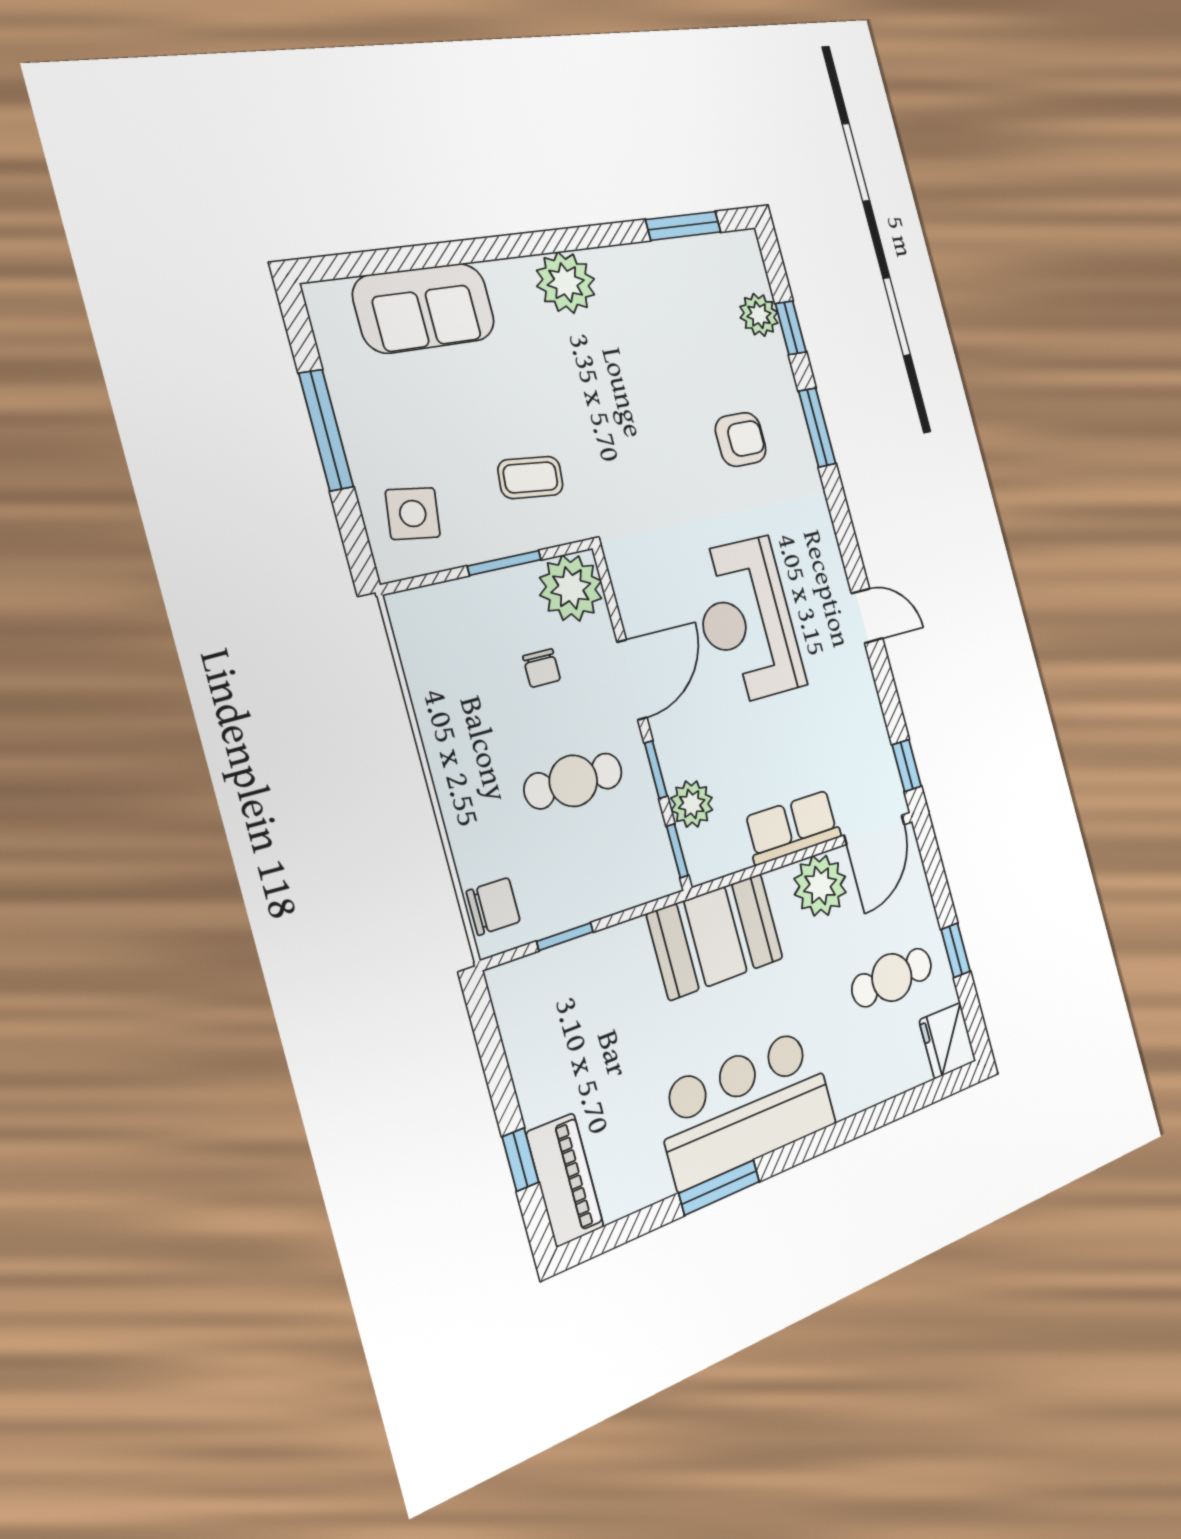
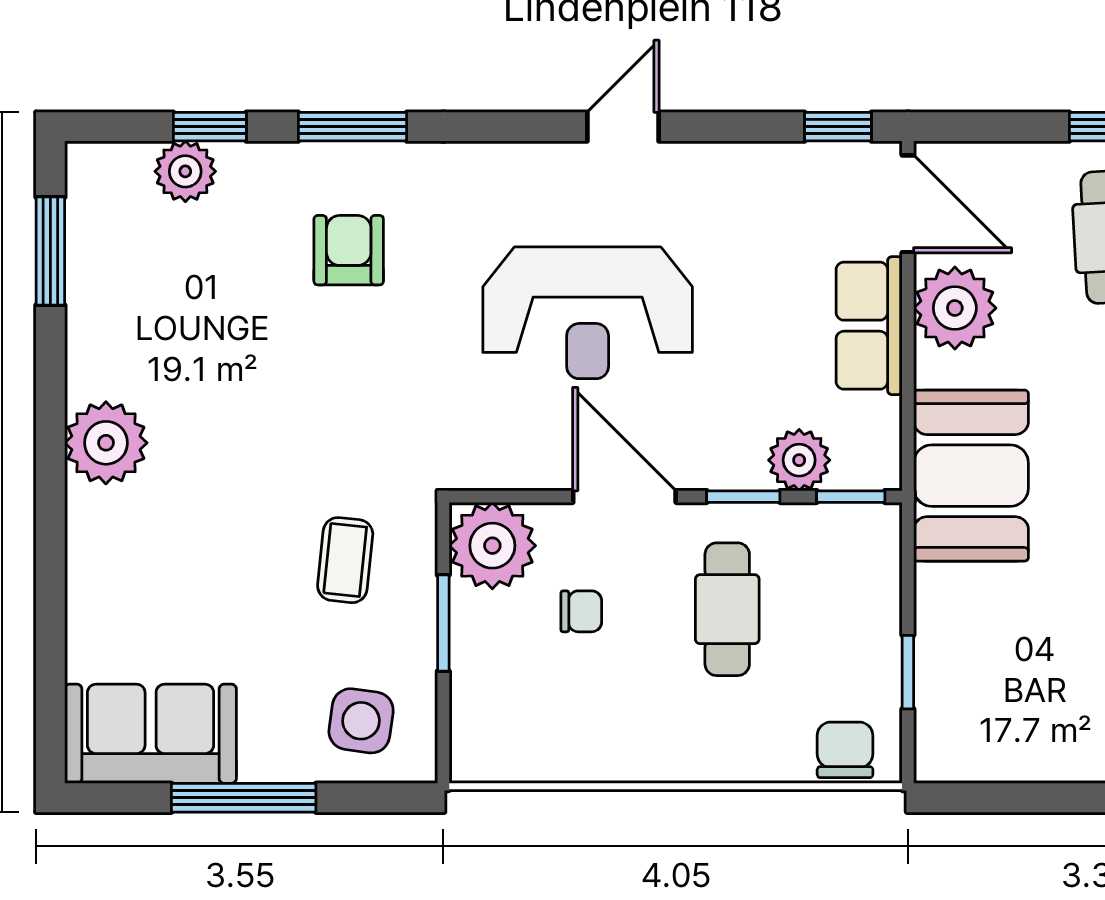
sofa: (424, 308) -> (151, 734), moved, turned -90

